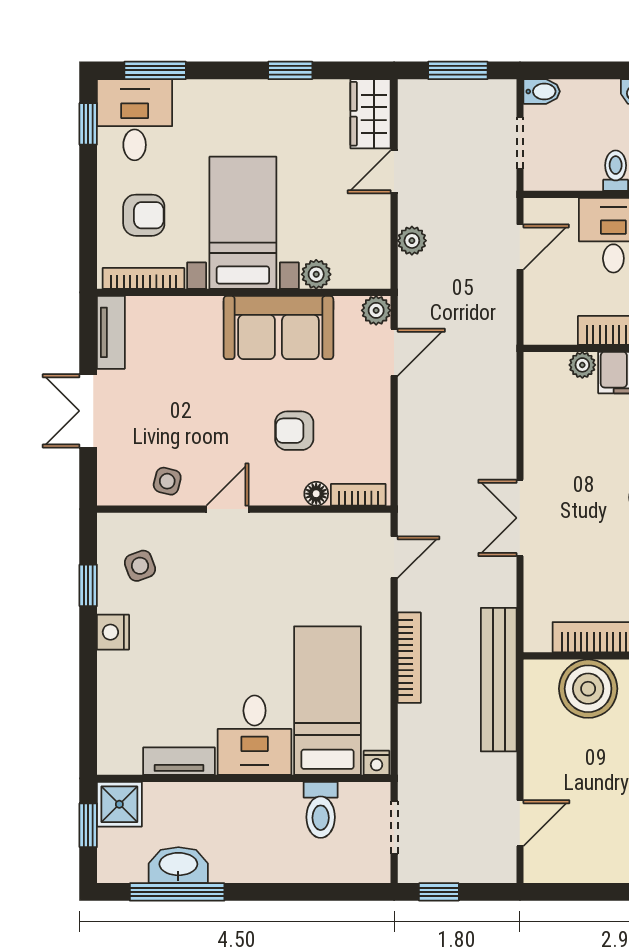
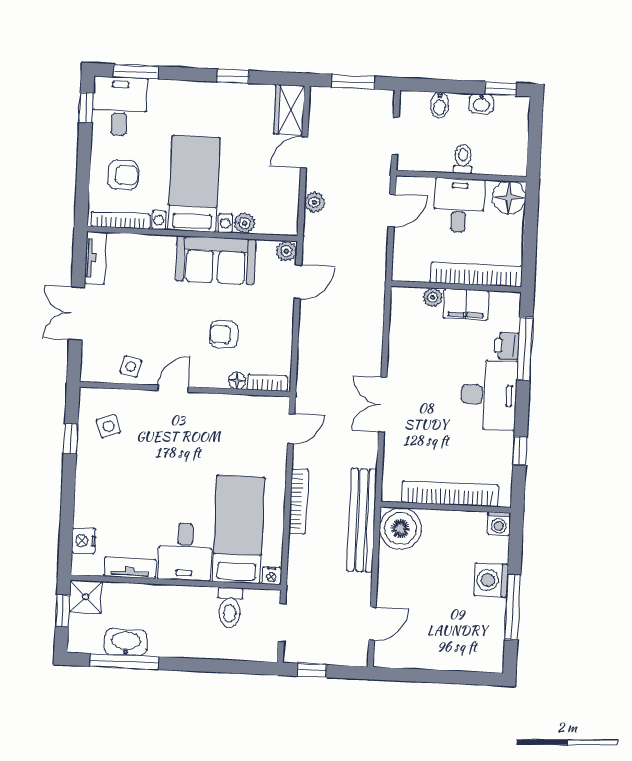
bidet: (542, 91) -> (440, 105), moved, turned 90
nightstand: (113, 632) -> (84, 541), moved
boiler: (588, 689) -> (400, 528), moved

